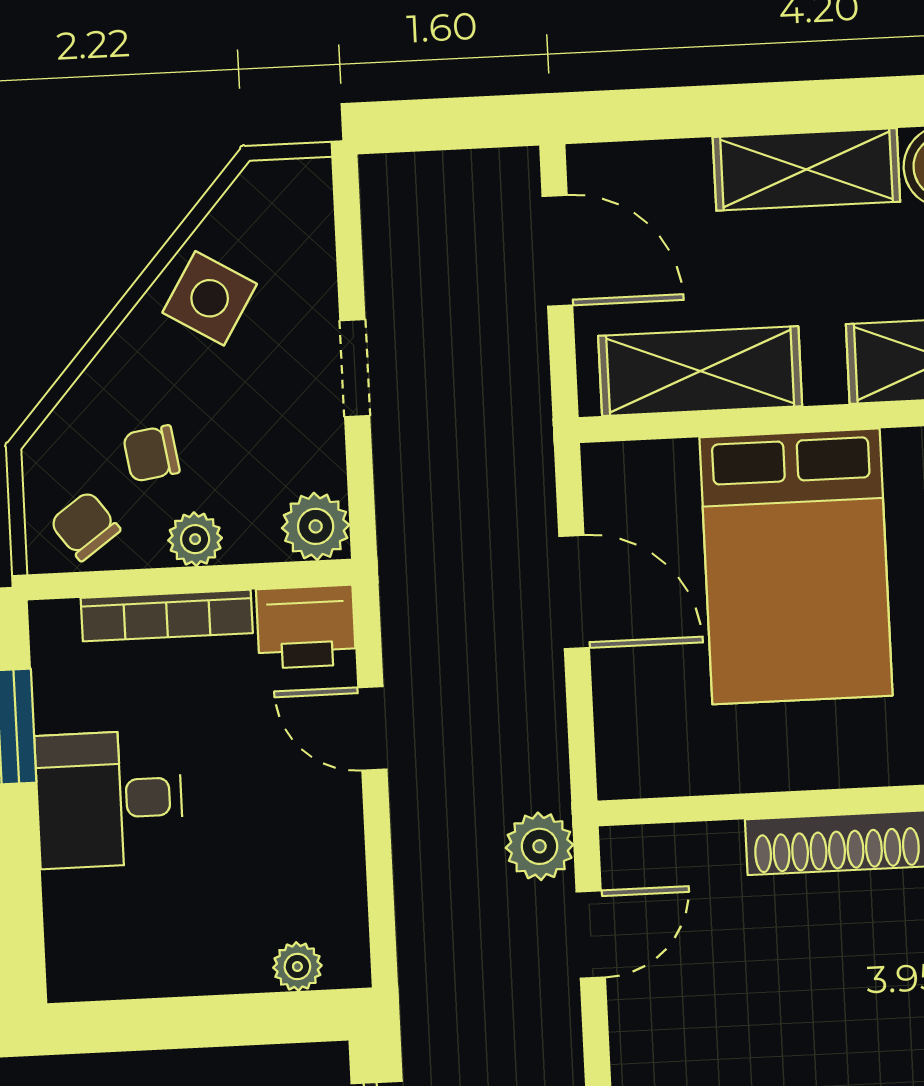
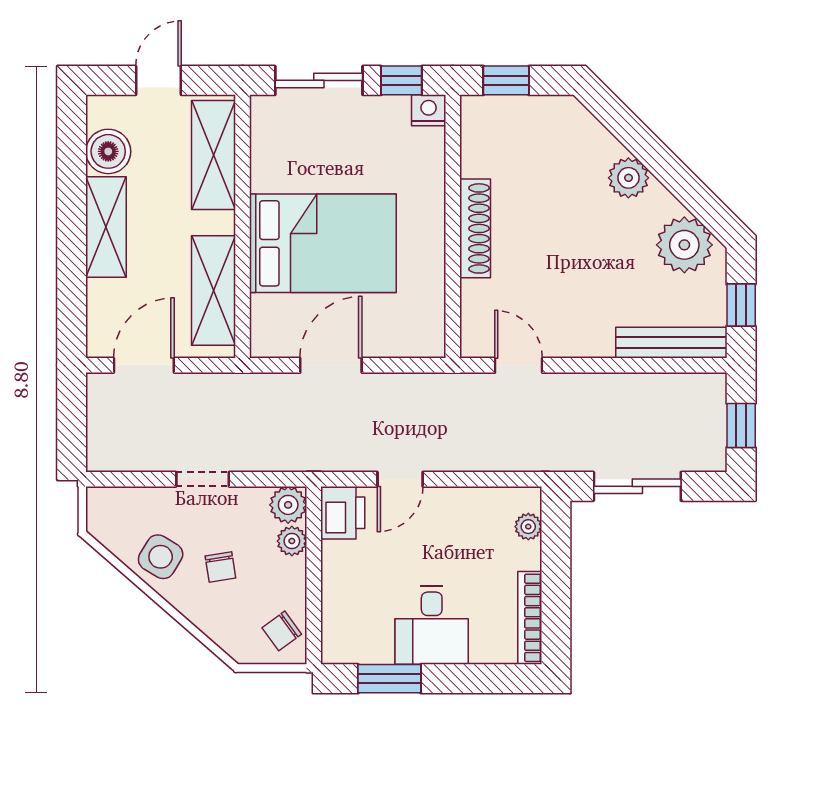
chair: (151, 454) -> (220, 567), moved
plant: (195, 539) -> (292, 541), moved
bookcase: (167, 615) -> (530, 618), moved, turned 180
plant: (540, 846) -> (469, 391), removed

